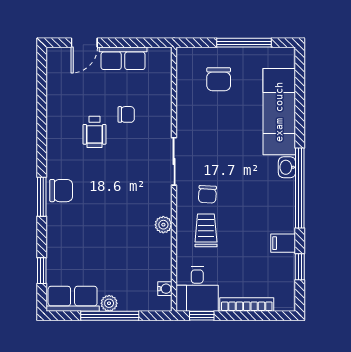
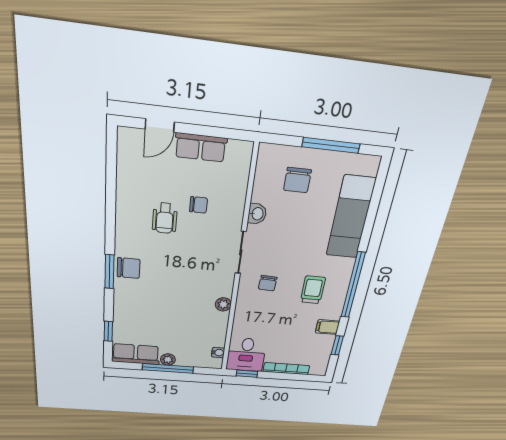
washbasin: (287, 167) -> (257, 214), moved, turned 180
trolley: (206, 230) -> (313, 290), moved

